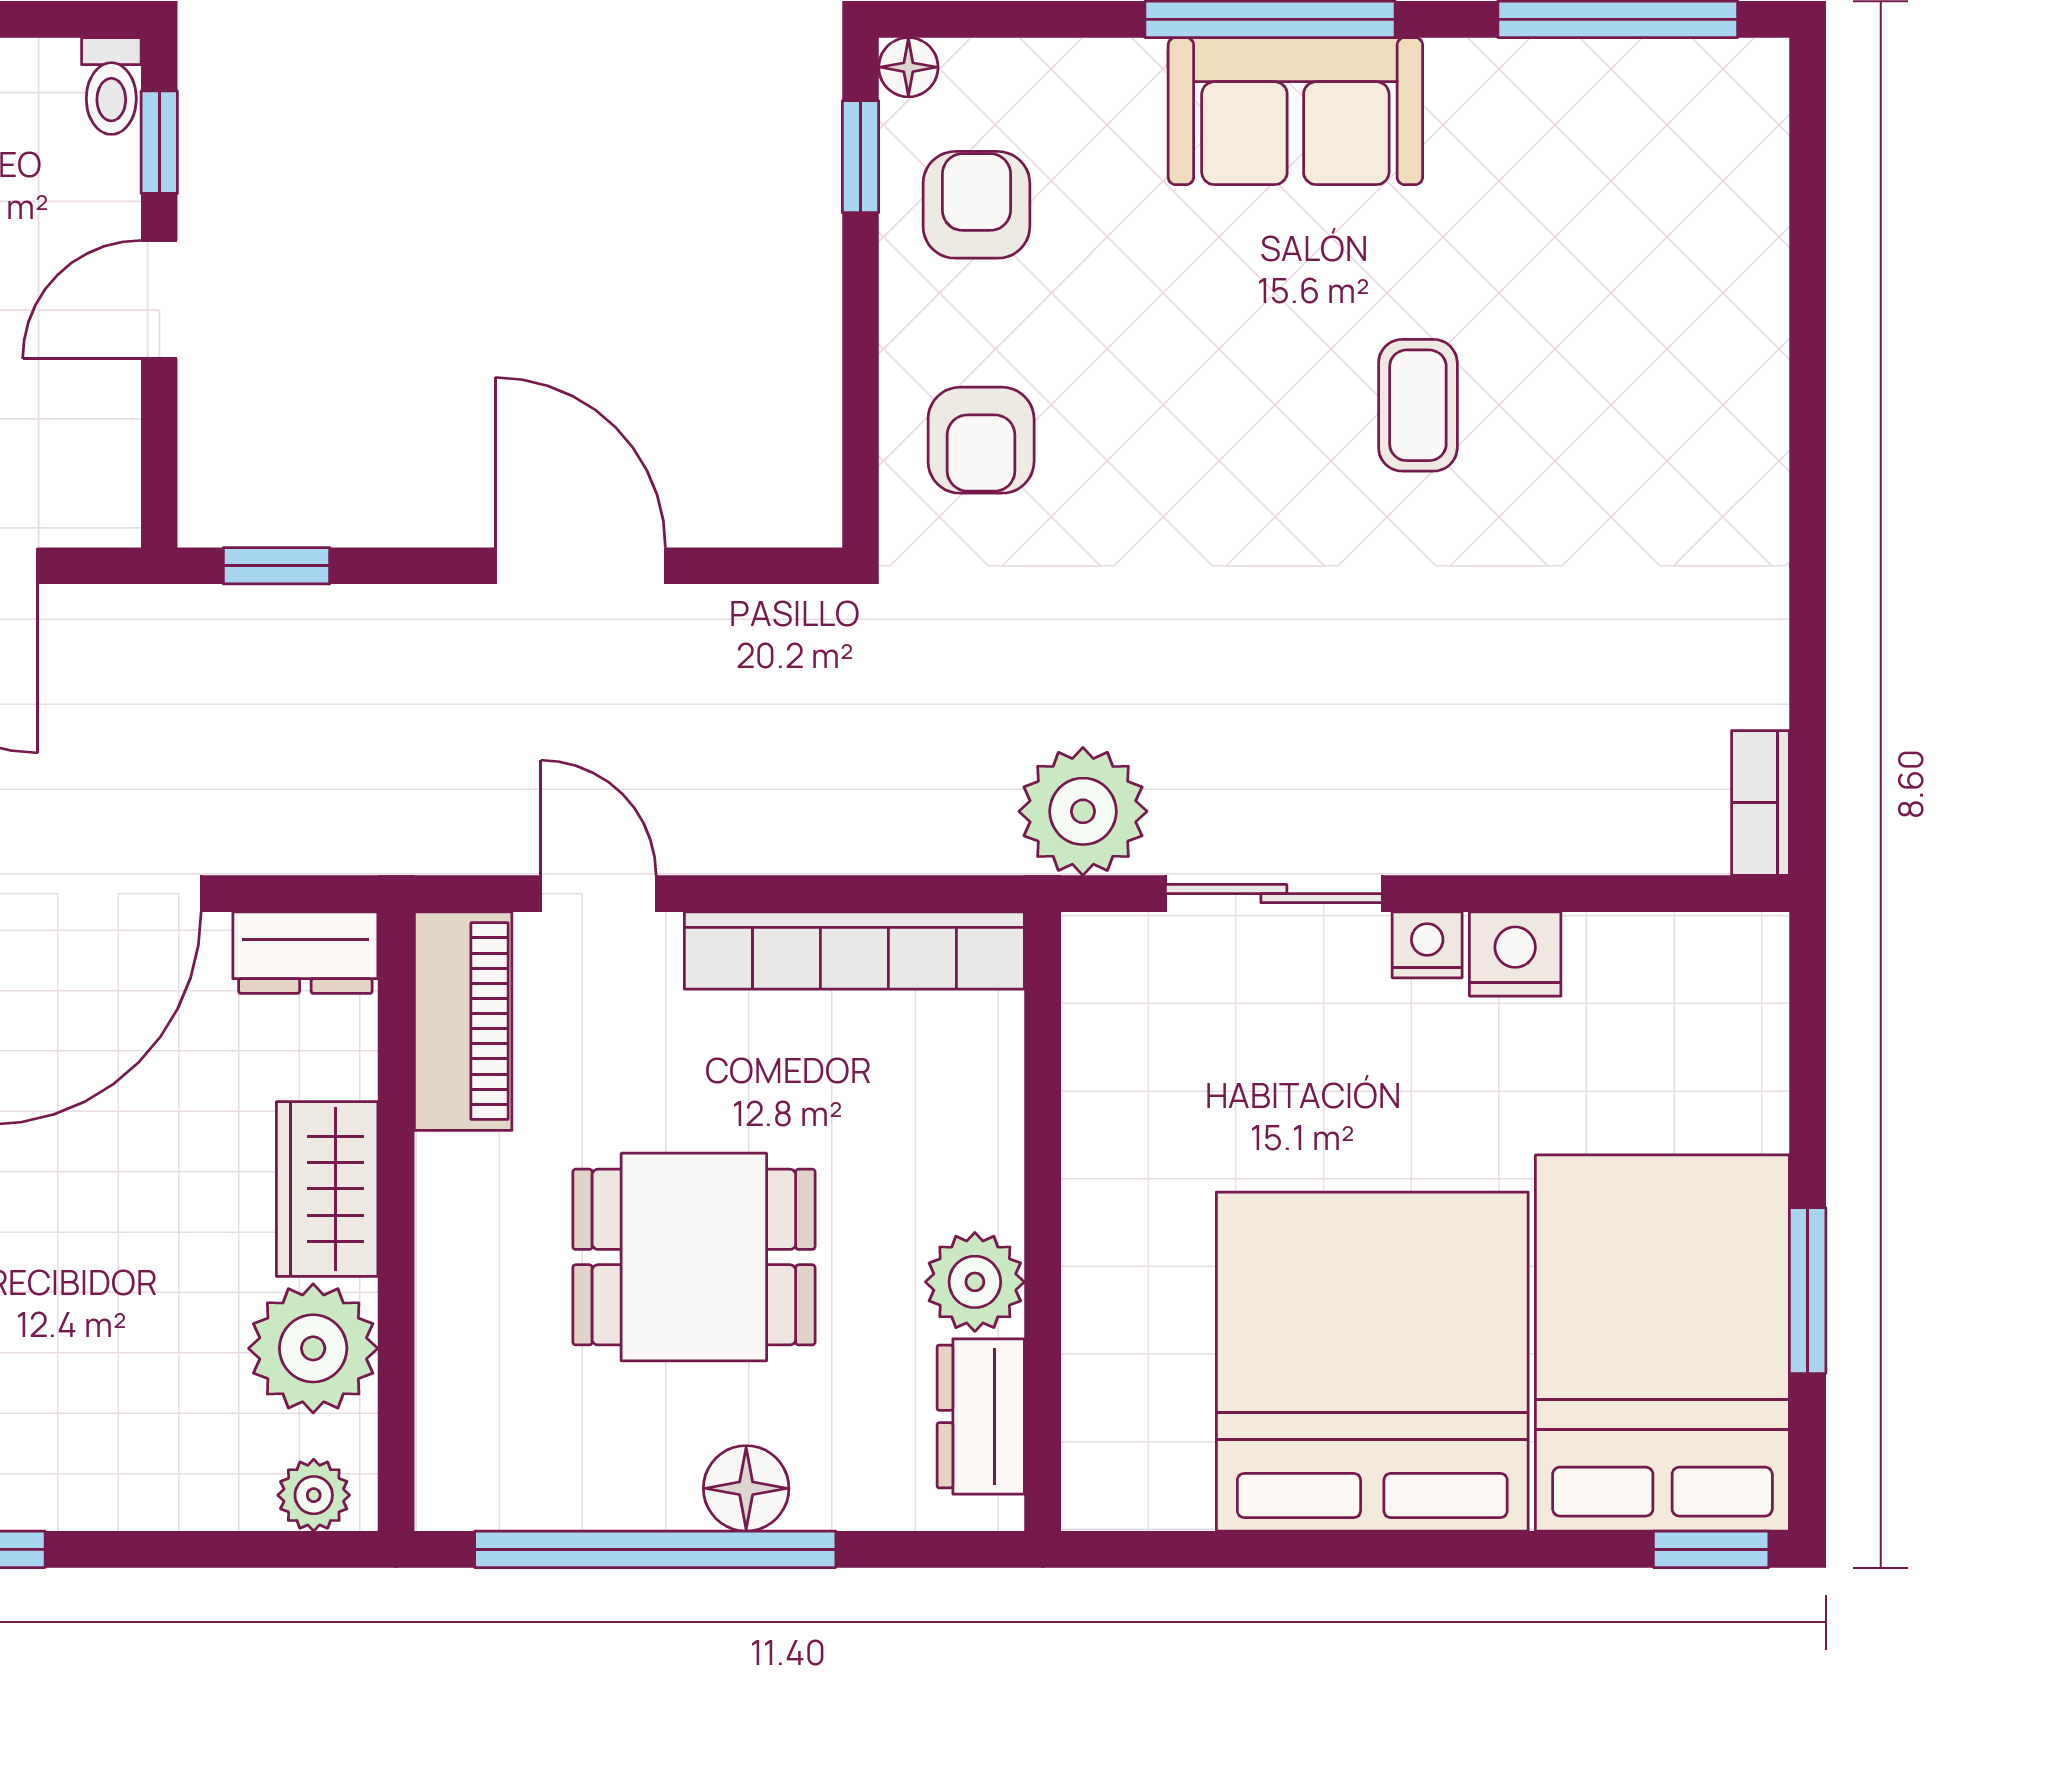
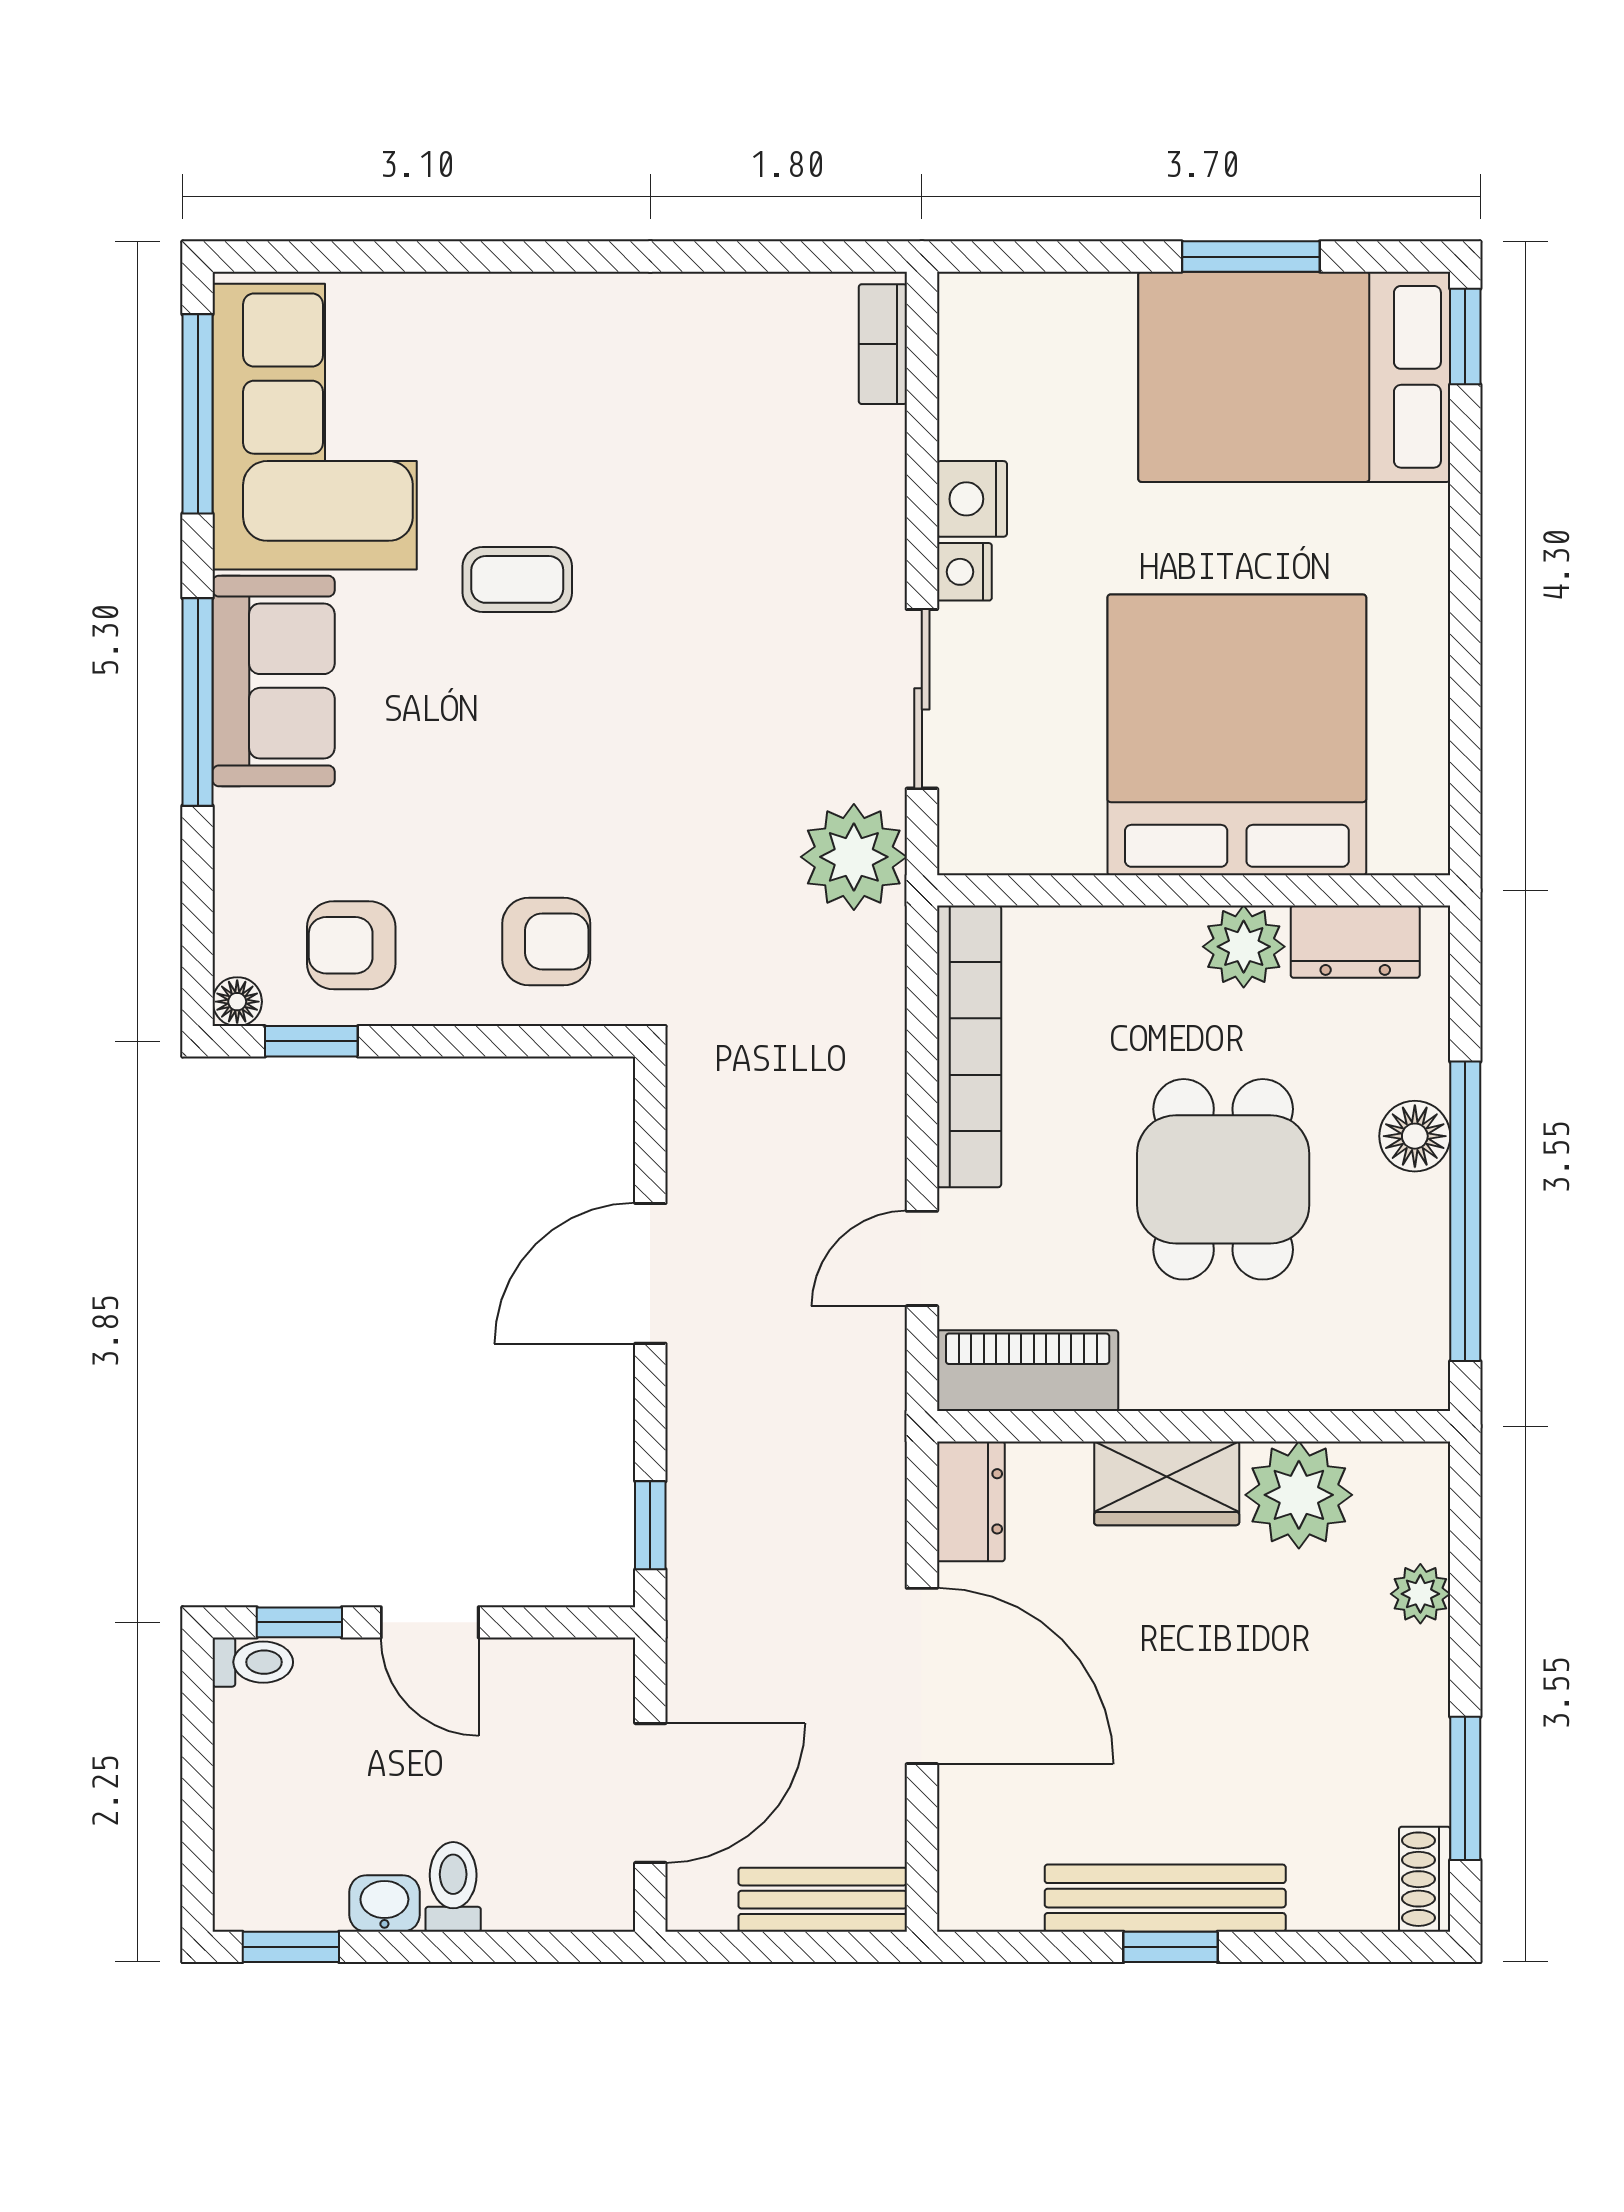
corner sofa: (1602, 161) -> (315, 427), added
bookcase: (1760, 803) -> (883, 344), moved, turned 90
bed: (1372, 1362) -> (1237, 735), moved, turned 90
plant: (314, 1495) -> (1420, 1594), moved

